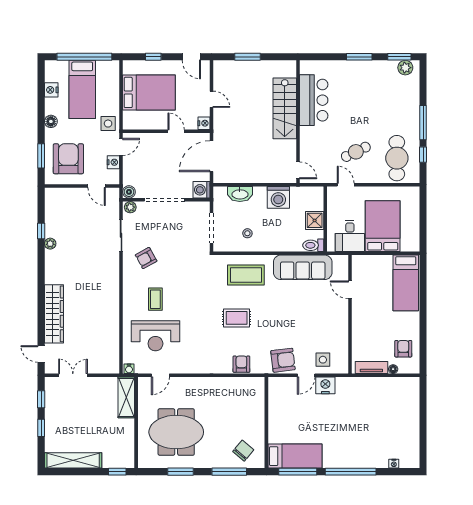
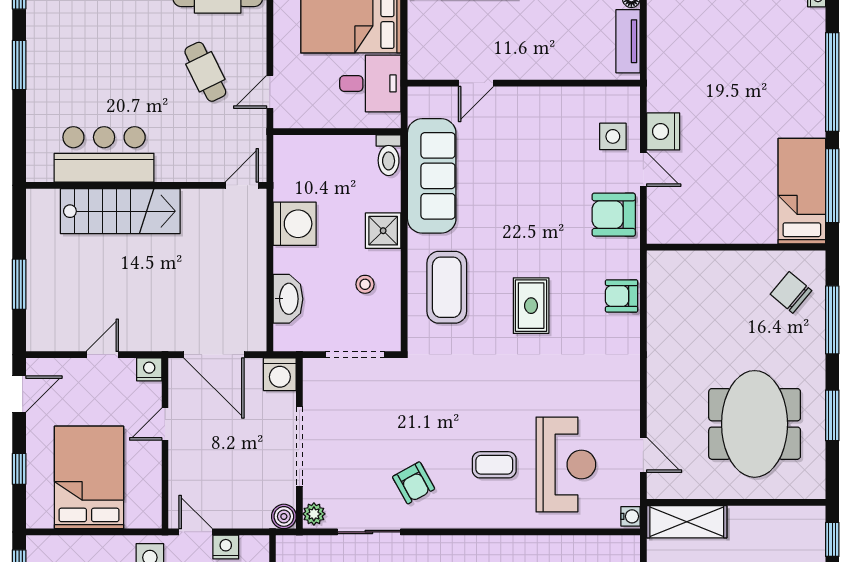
shower: (315, 220) -> (383, 231), moved
armchair: (283, 360) -> (614, 215), turned -83

